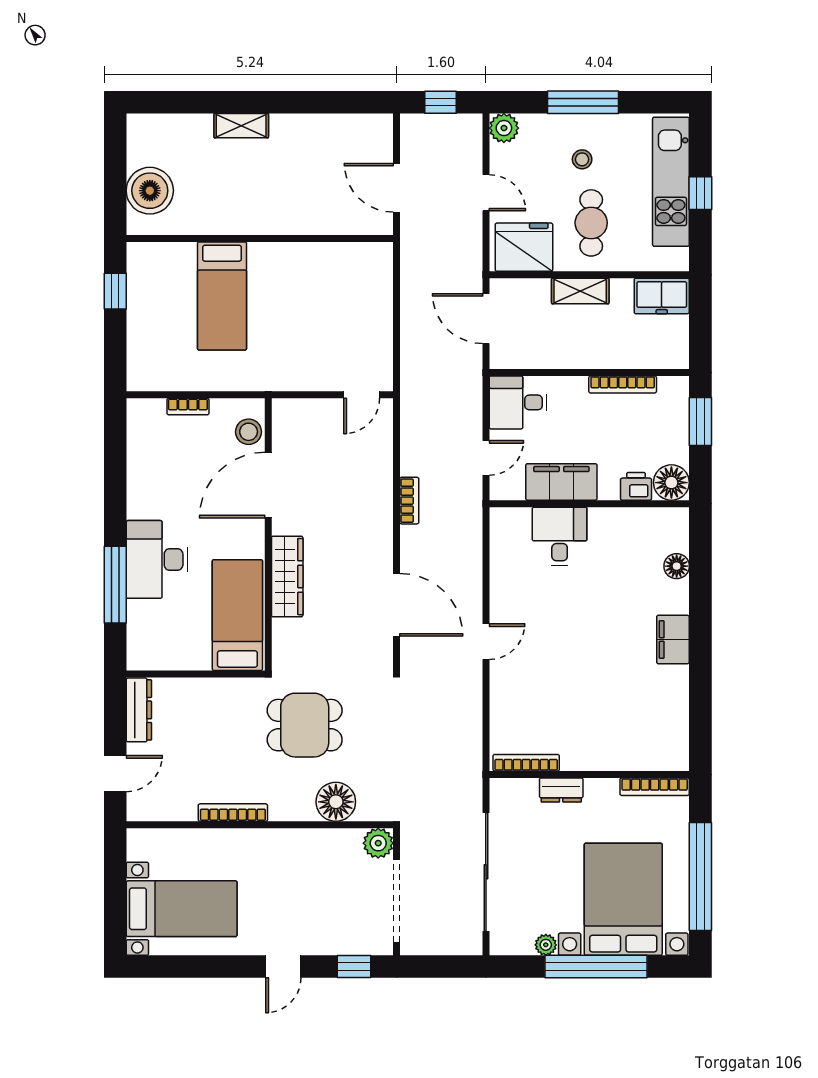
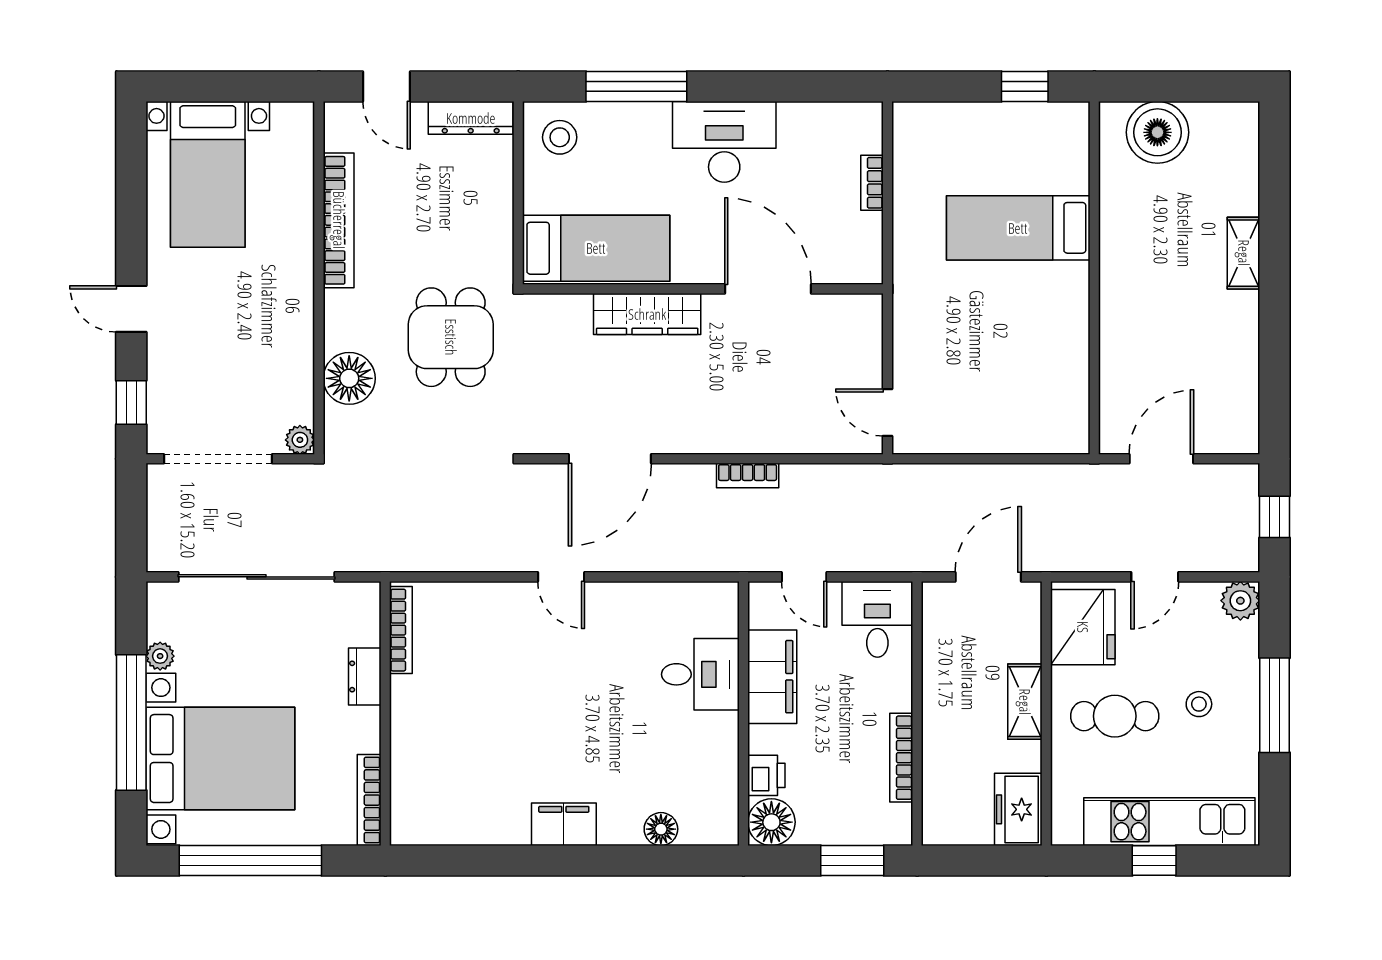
stool: (249, 432) -> (560, 137), moved
desk: (157, 559) -> (724, 142), moved
bookcase: (233, 813) -> (339, 220), width x1.48, depth x1.31
plant: (378, 843) -> (300, 440), width x0.73, depth x0.73

